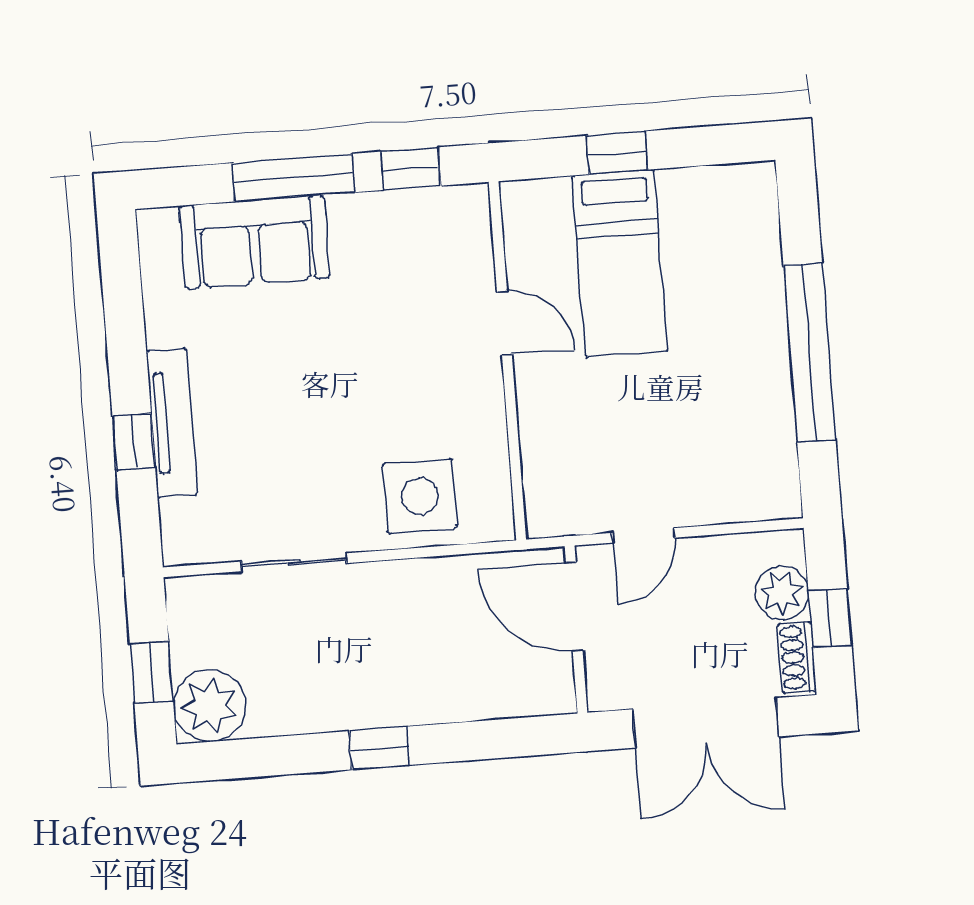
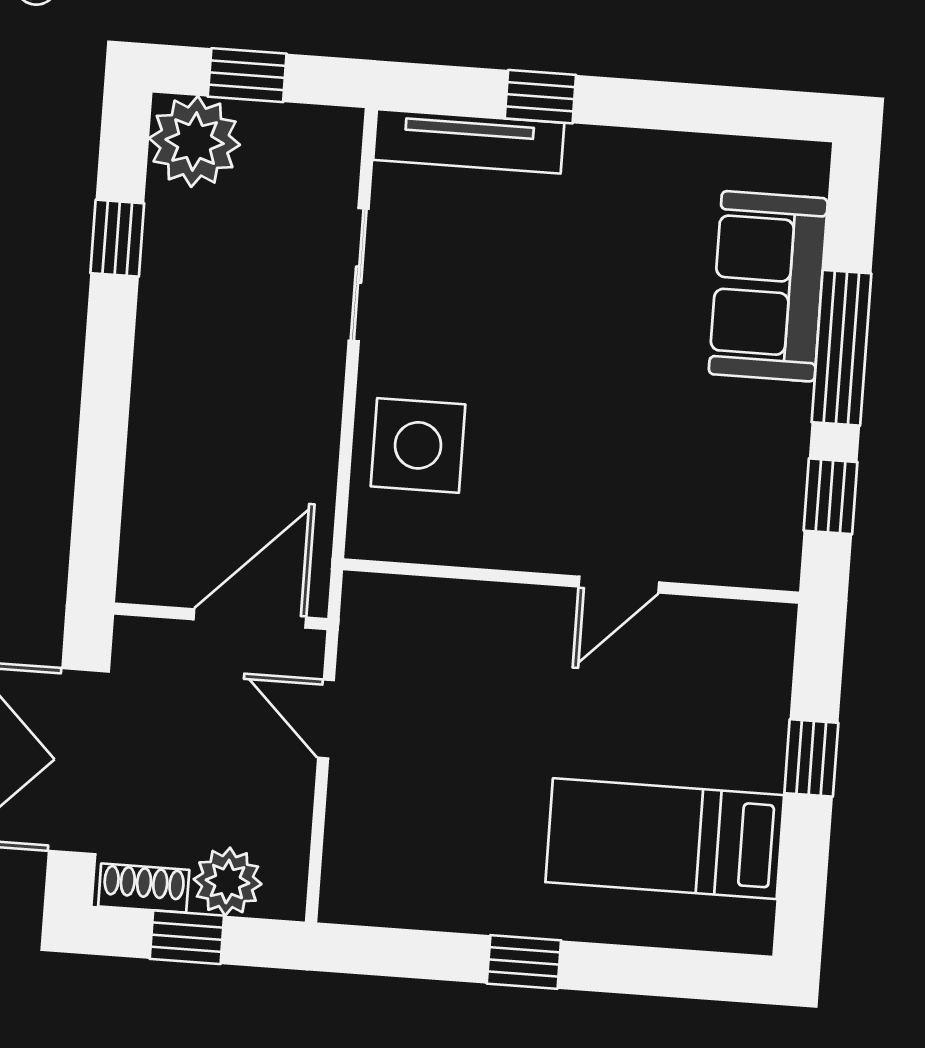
bed: (620, 263) -> (665, 839), moved
window: (810, 353) -> (524, 962), width x0.32
tv unit: (172, 423) -> (469, 141), moved
window: (379, 748) -> (117, 238), moved

